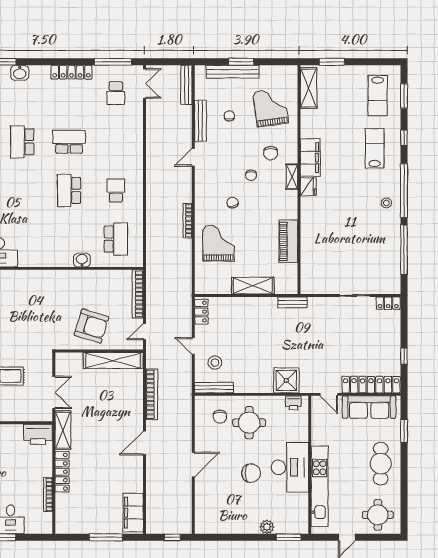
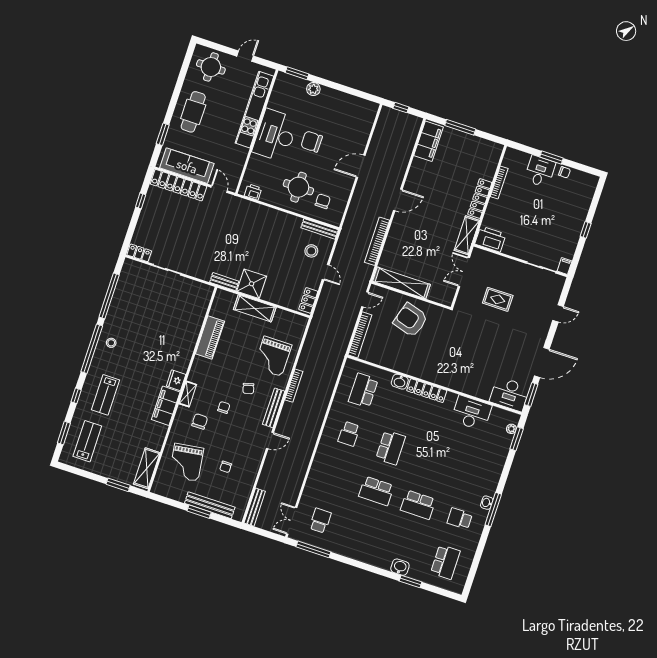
locker: (71, 72) -> (427, 391), moved, turned 180
bench: (200, 121) -> (274, 408), moved
school desk: (22, 142) -> (418, 505), turned 90
shower: (286, 380) -> (252, 284), moved

